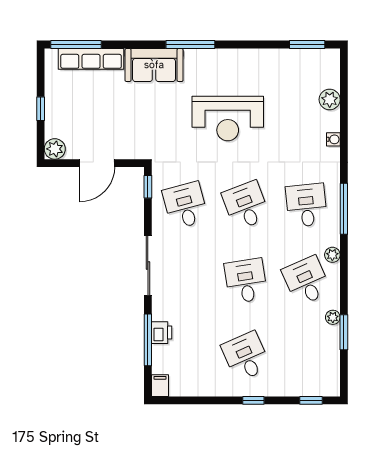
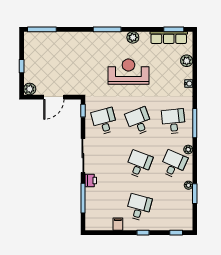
row of seats: (91, 59) -> (169, 38), moved
plant: (235, 59) -> (133, 37), added
sofa: (154, 65) -> (86, 41), removed
reception desk: (228, 119) -> (128, 72), turned 180
desk: (246, 281) -> (139, 164), turned 30
desk: (306, 281) -> (173, 164), turned 48
printer: (162, 333) -> (91, 181), moved
desk: (246, 356) -> (139, 207), turned 39
filing cabinet: (160, 386) -> (118, 224), moved

